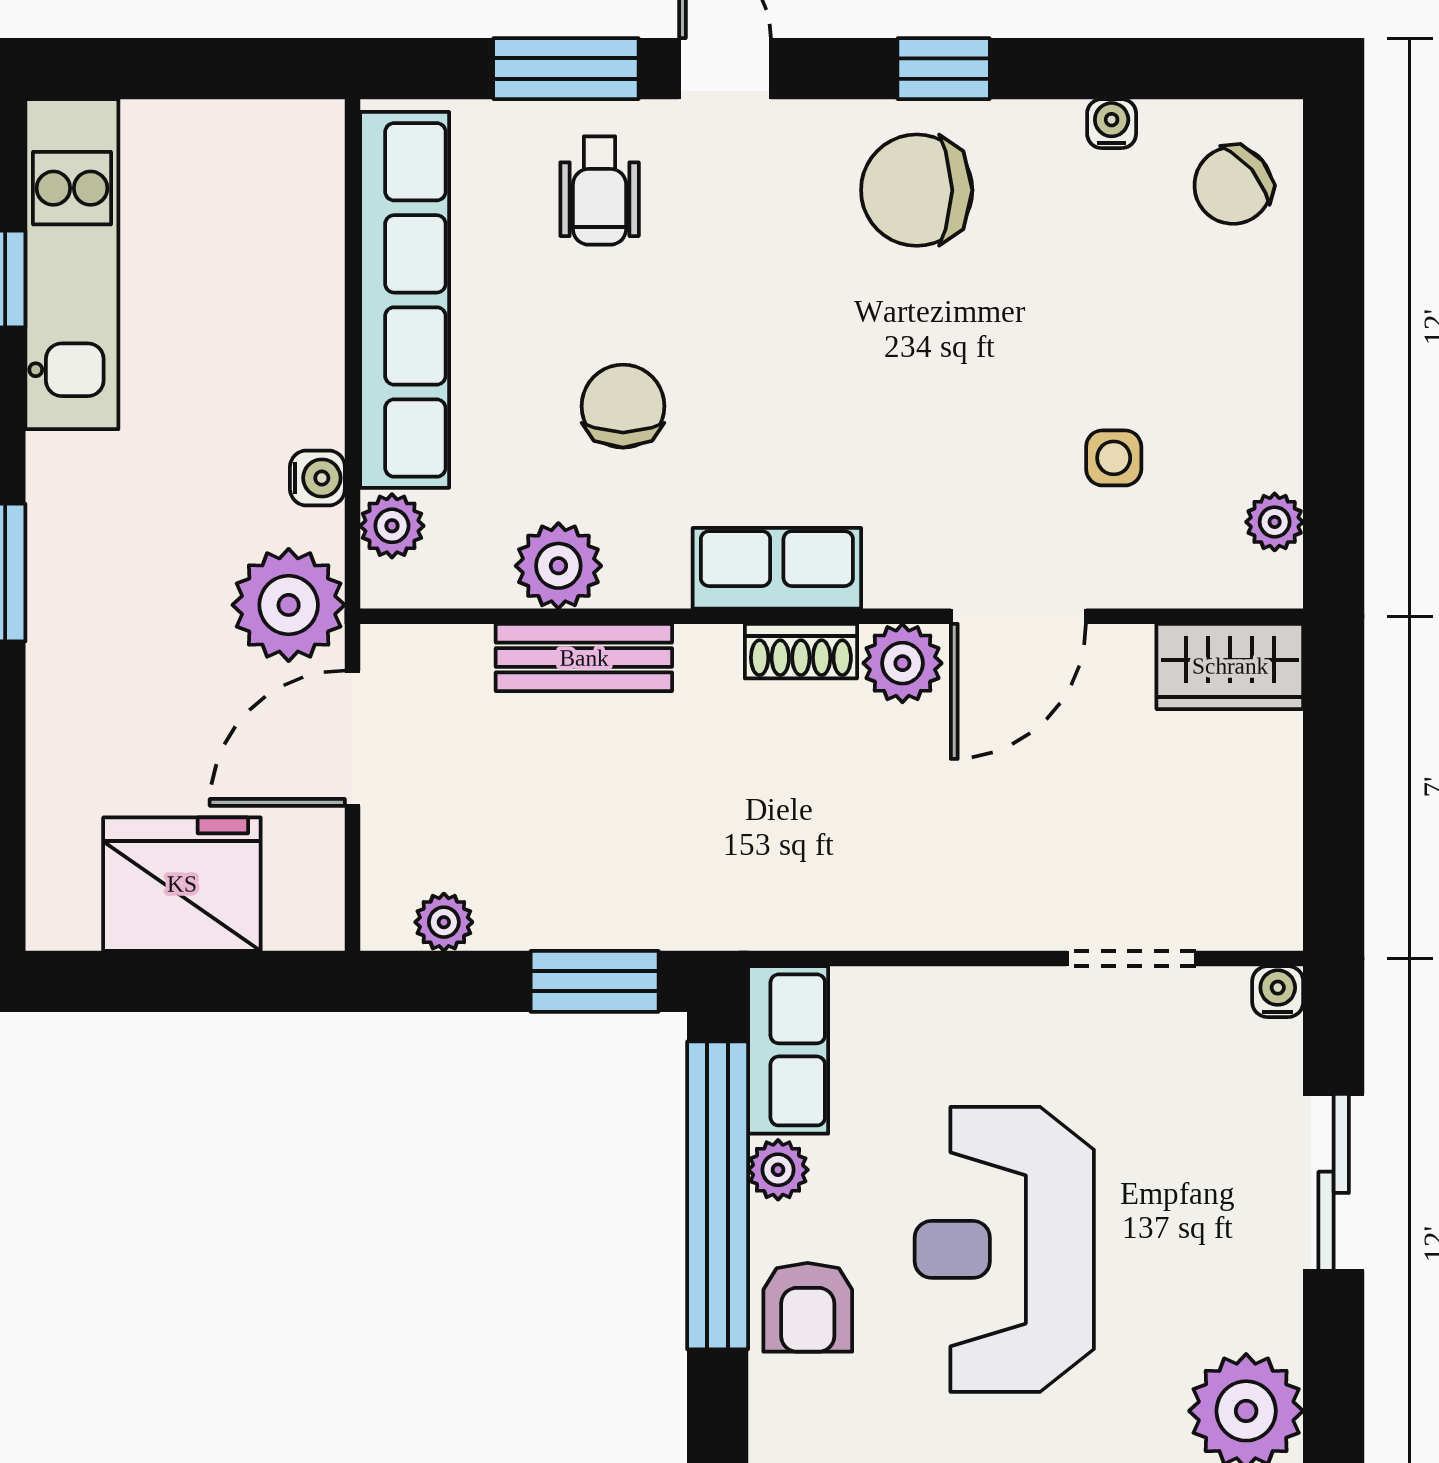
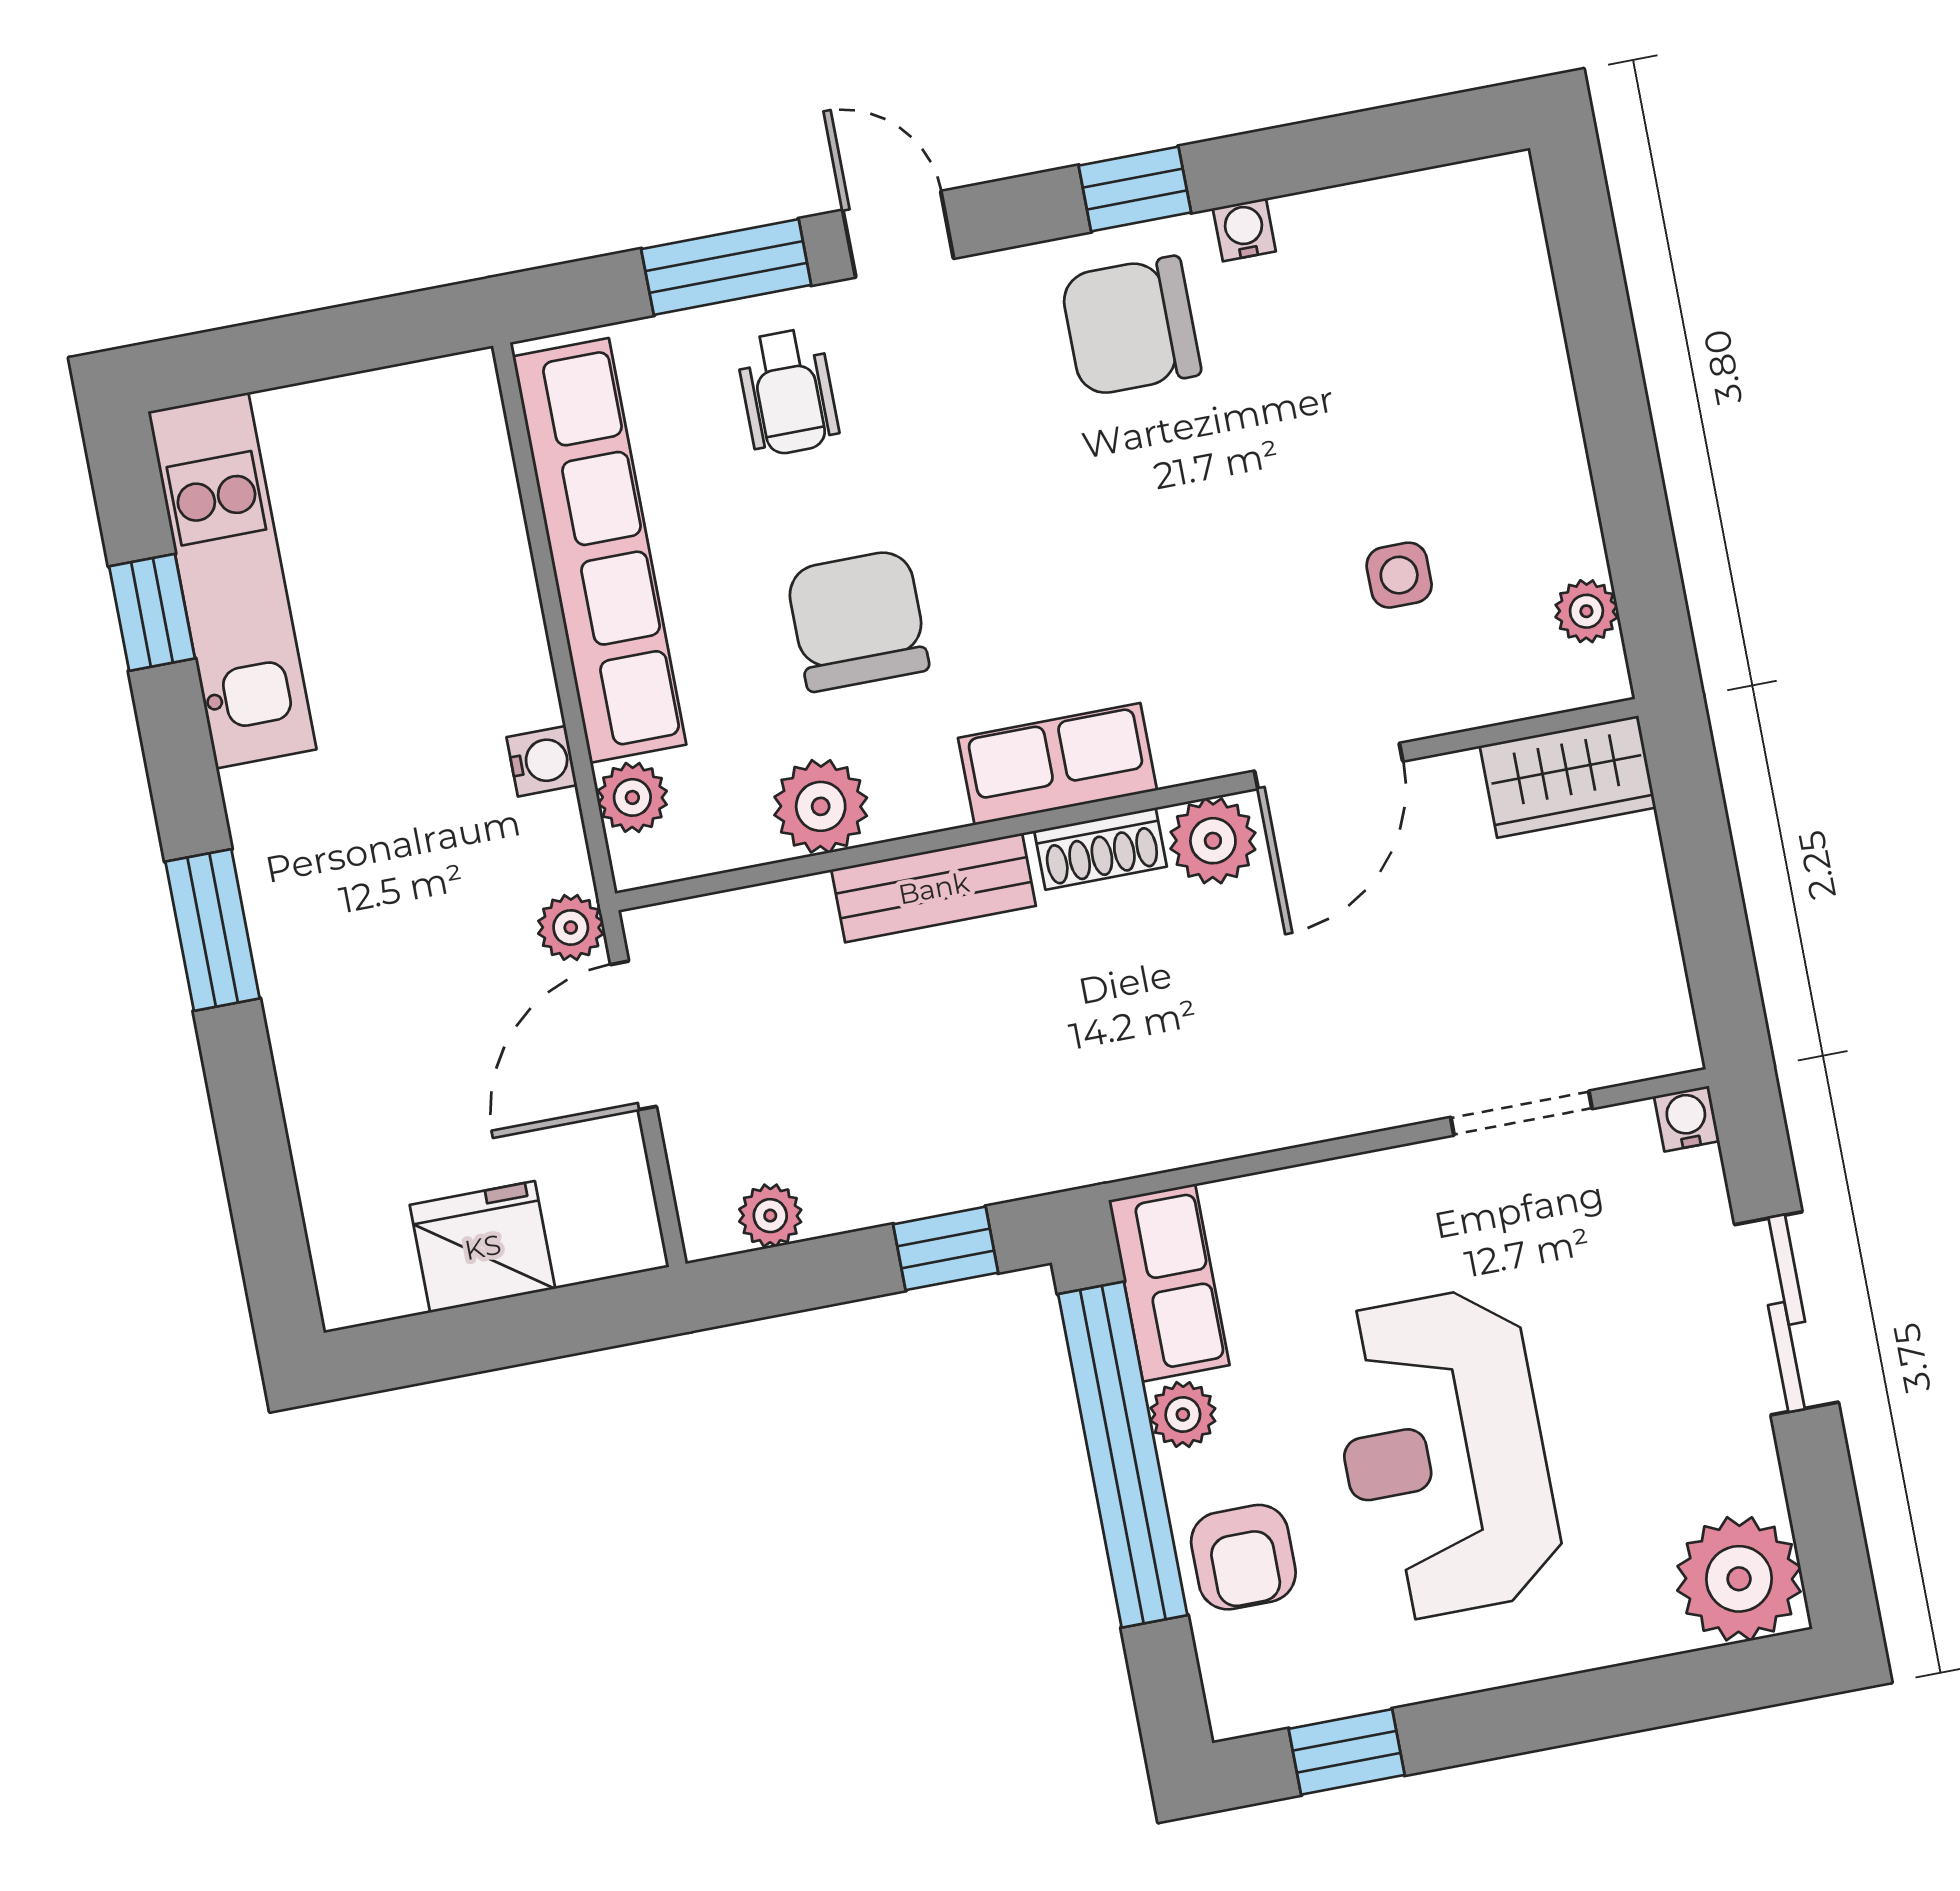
water cooler: (1112, 124) -> (1244, 230), moved
chair: (1233, 185) -> (1472, 256), removed
chair: (623, 406) -> (858, 620), width x1.37, depth x1.37
plant: (289, 605) -> (571, 927), width x0.53, depth x0.53
bench: (584, 658) -> (934, 888), moved
fridge: (182, 884) -> (483, 1247), width x0.73, depth x0.75
window: (595, 981) -> (946, 1248), width x0.67

